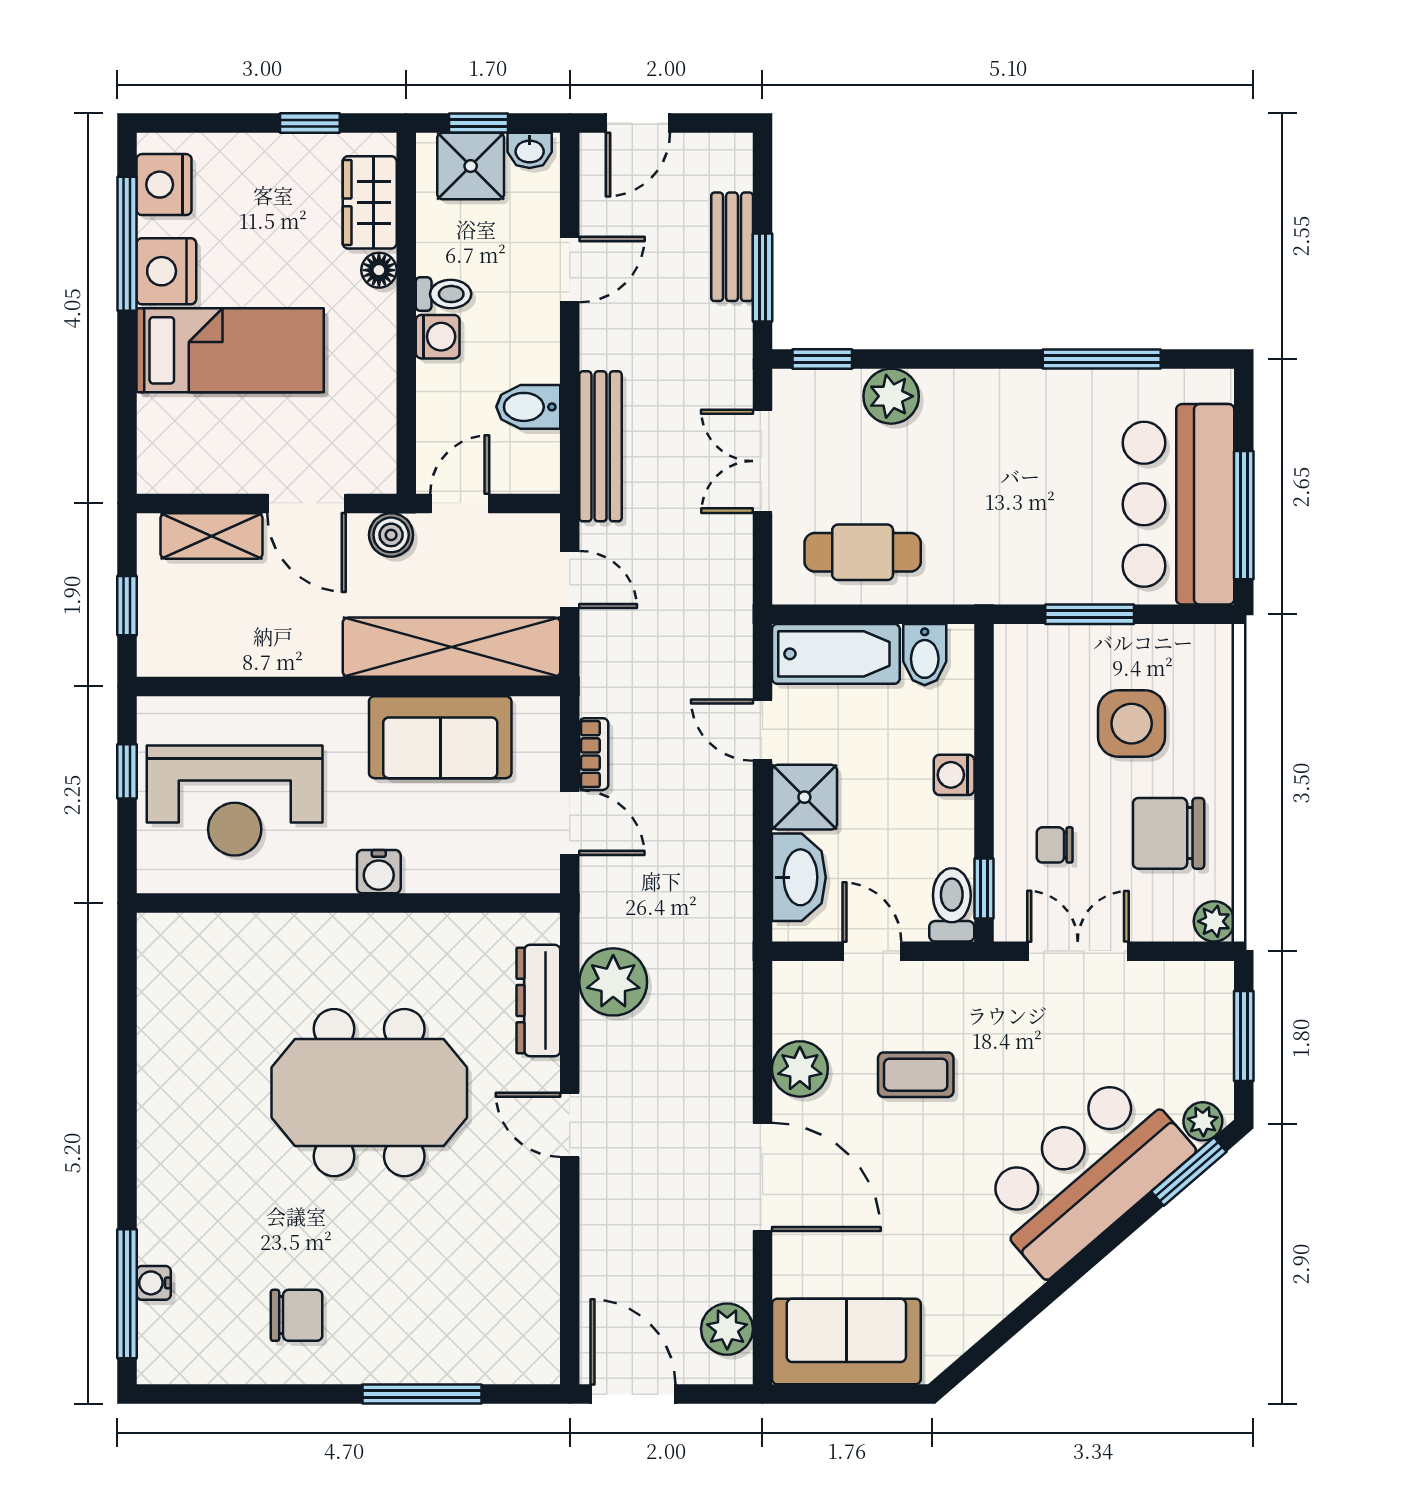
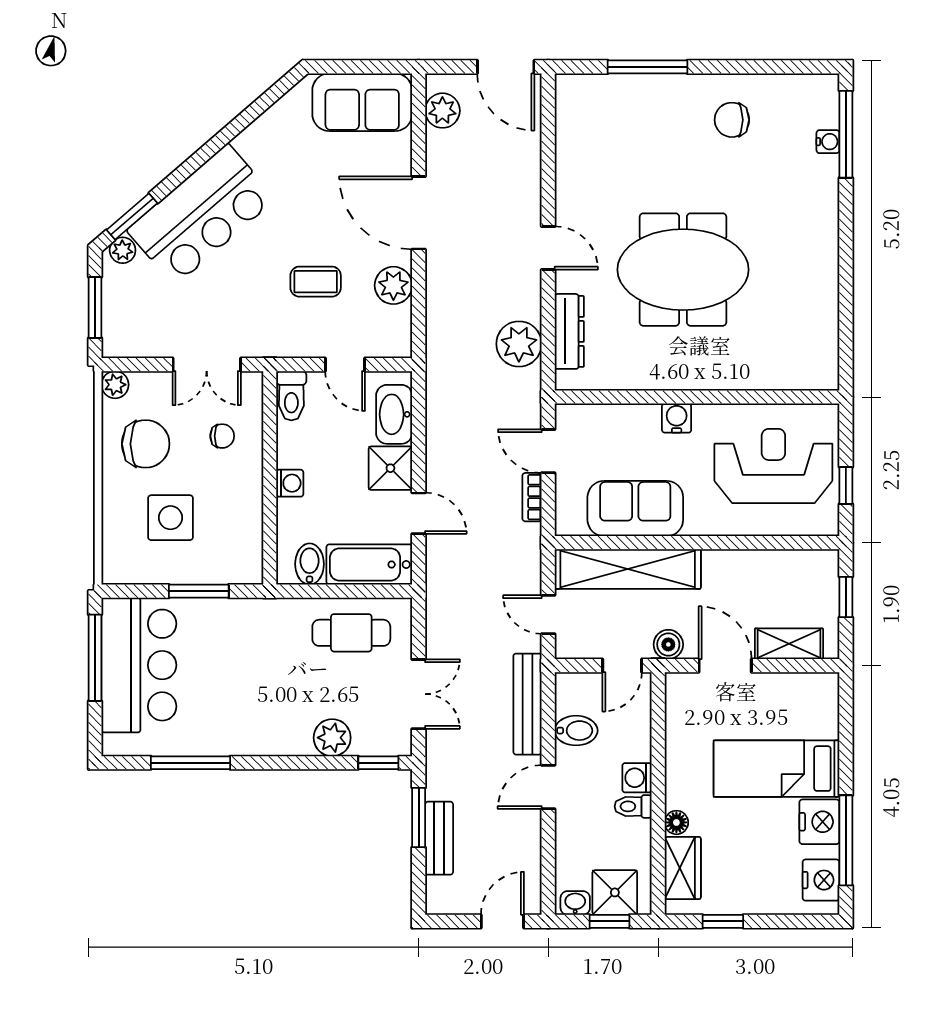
door: (570, 269) -> (548, 787), moved
window: (984, 888) -> (270, 407), removed

